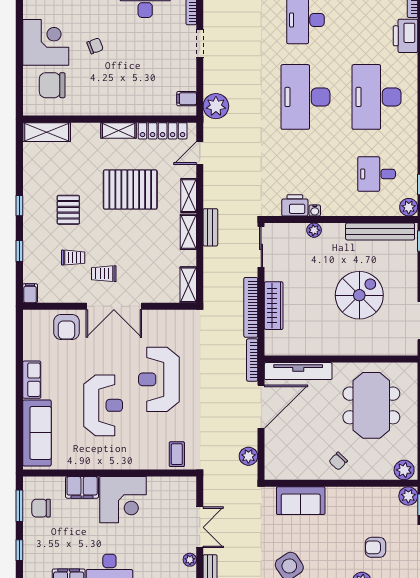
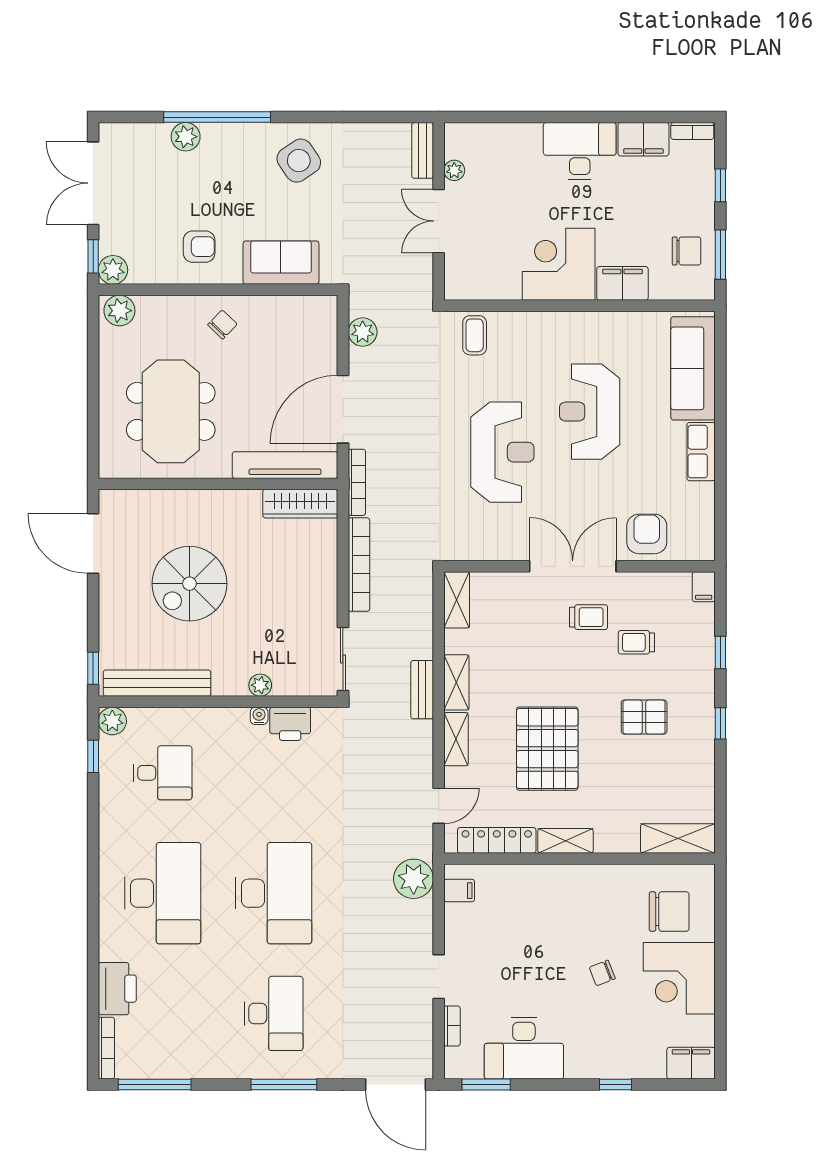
pallet: (130, 190) -> (547, 749), turned 90
pallet: (68, 210) -> (644, 717), turned 90
wardrobe: (274, 306) -> (300, 504), moved, turned -90
armchair: (375, 547) -> (199, 247), moved

